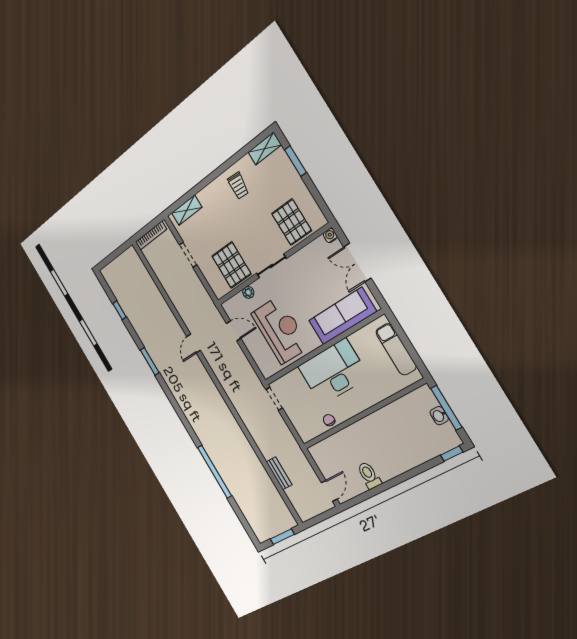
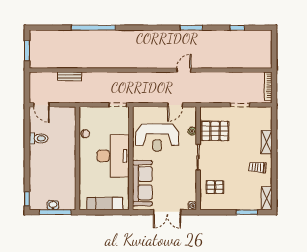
shelving: (187, 210) -> (267, 142), moved
pallet: (292, 222) -> (215, 187), width x0.67, depth x0.71
double door: (357, 262) -> (167, 212), swing flipped
door: (194, 344) -> (184, 70), hinge flipped

